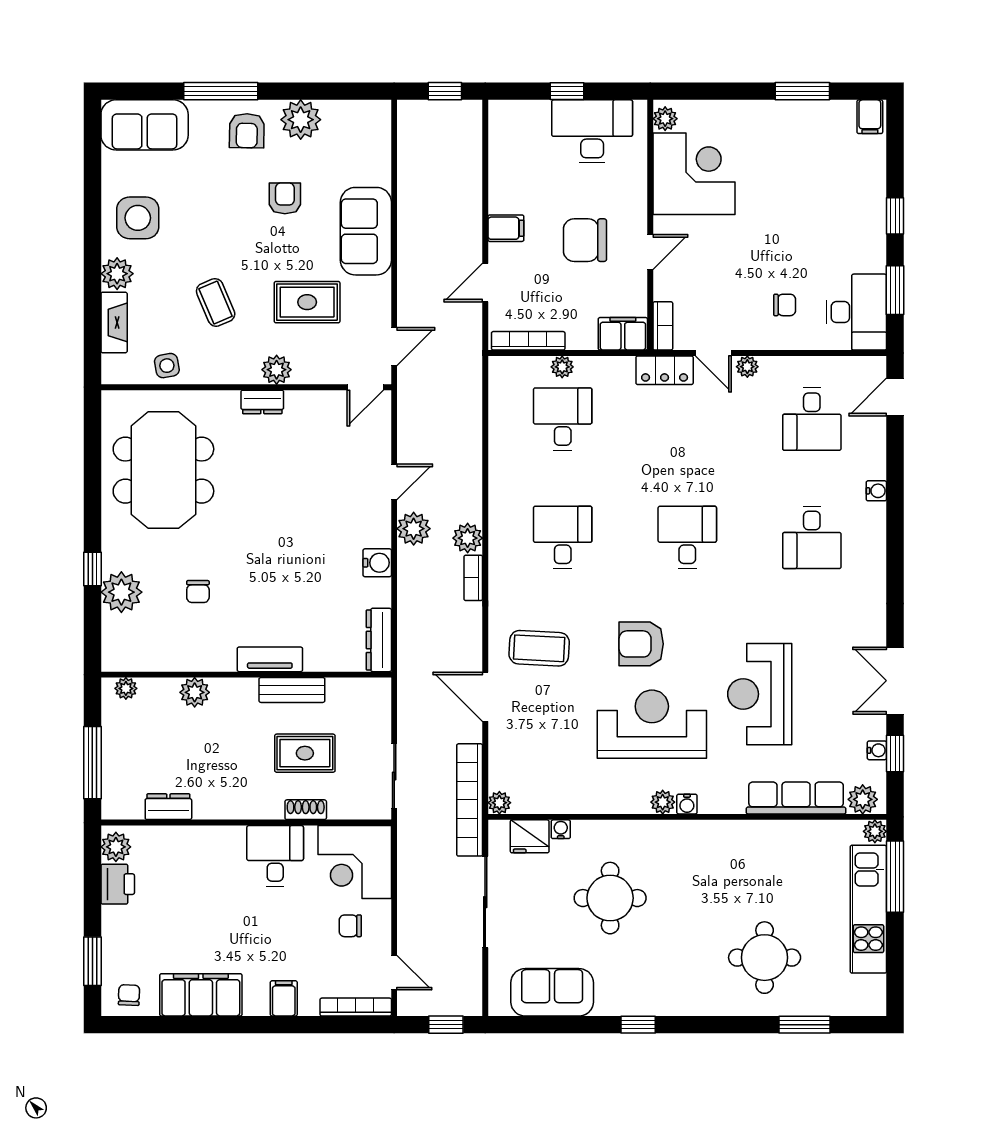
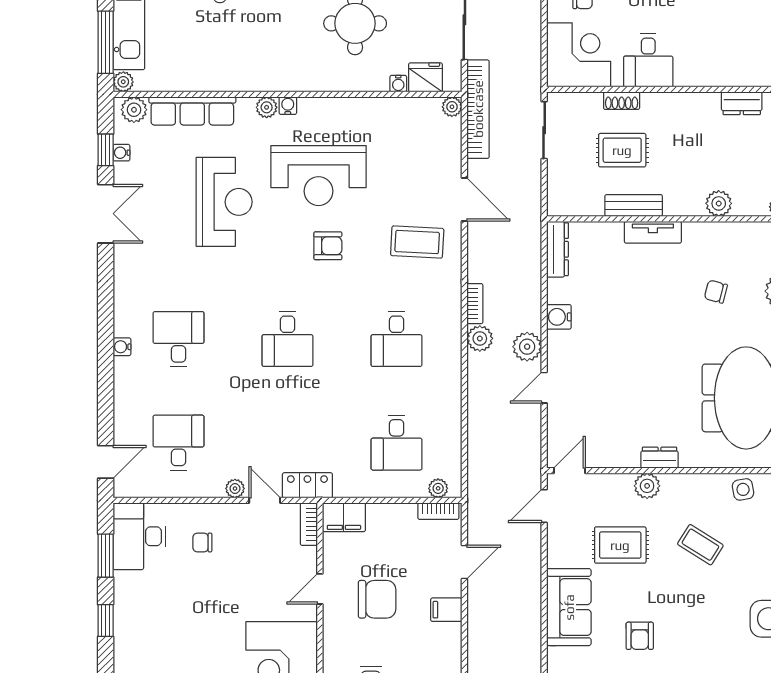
coffee table: (216, 302) -> (700, 545), turned -35
bookcase: (528, 341) -> (438, 511), width x0.64
plant: (562, 367) -> (438, 488), moved
water cooler: (876, 491) -> (122, 347), moved
chair: (198, 592) -> (716, 292), turned -75
armchair: (641, 644) -> (328, 246), width x0.72, depth x0.72
plant: (663, 802) -> (267, 107), moved

